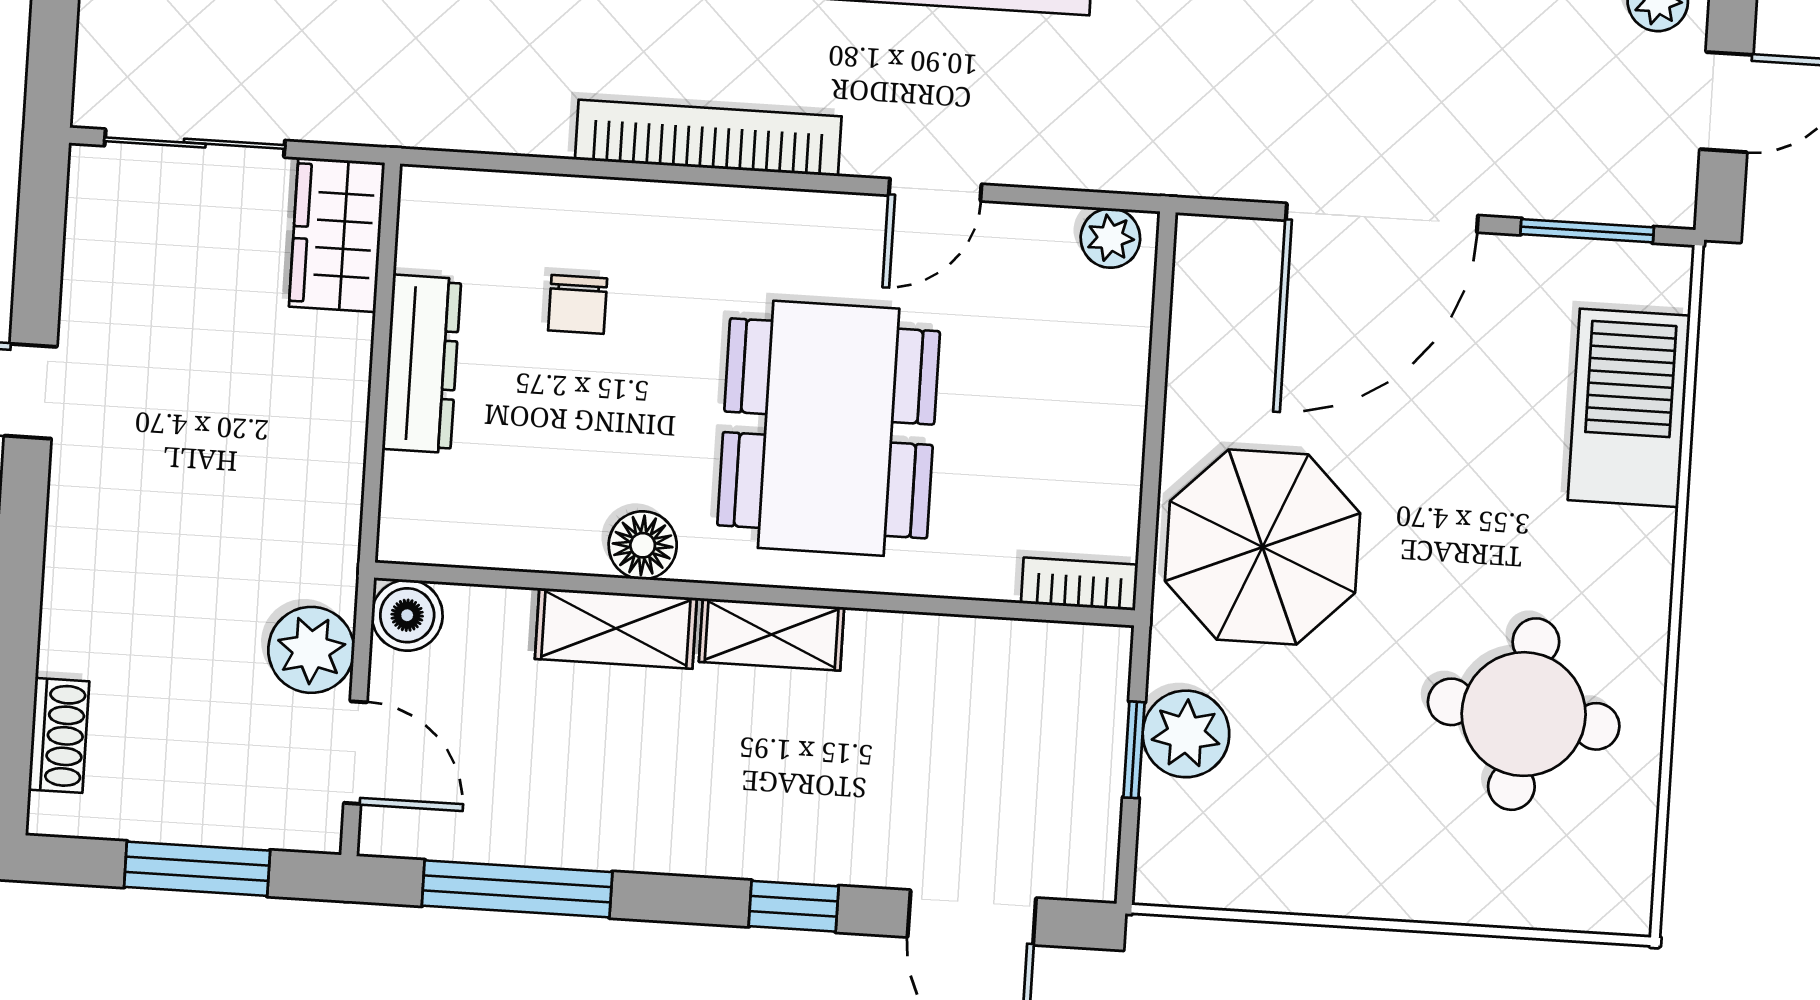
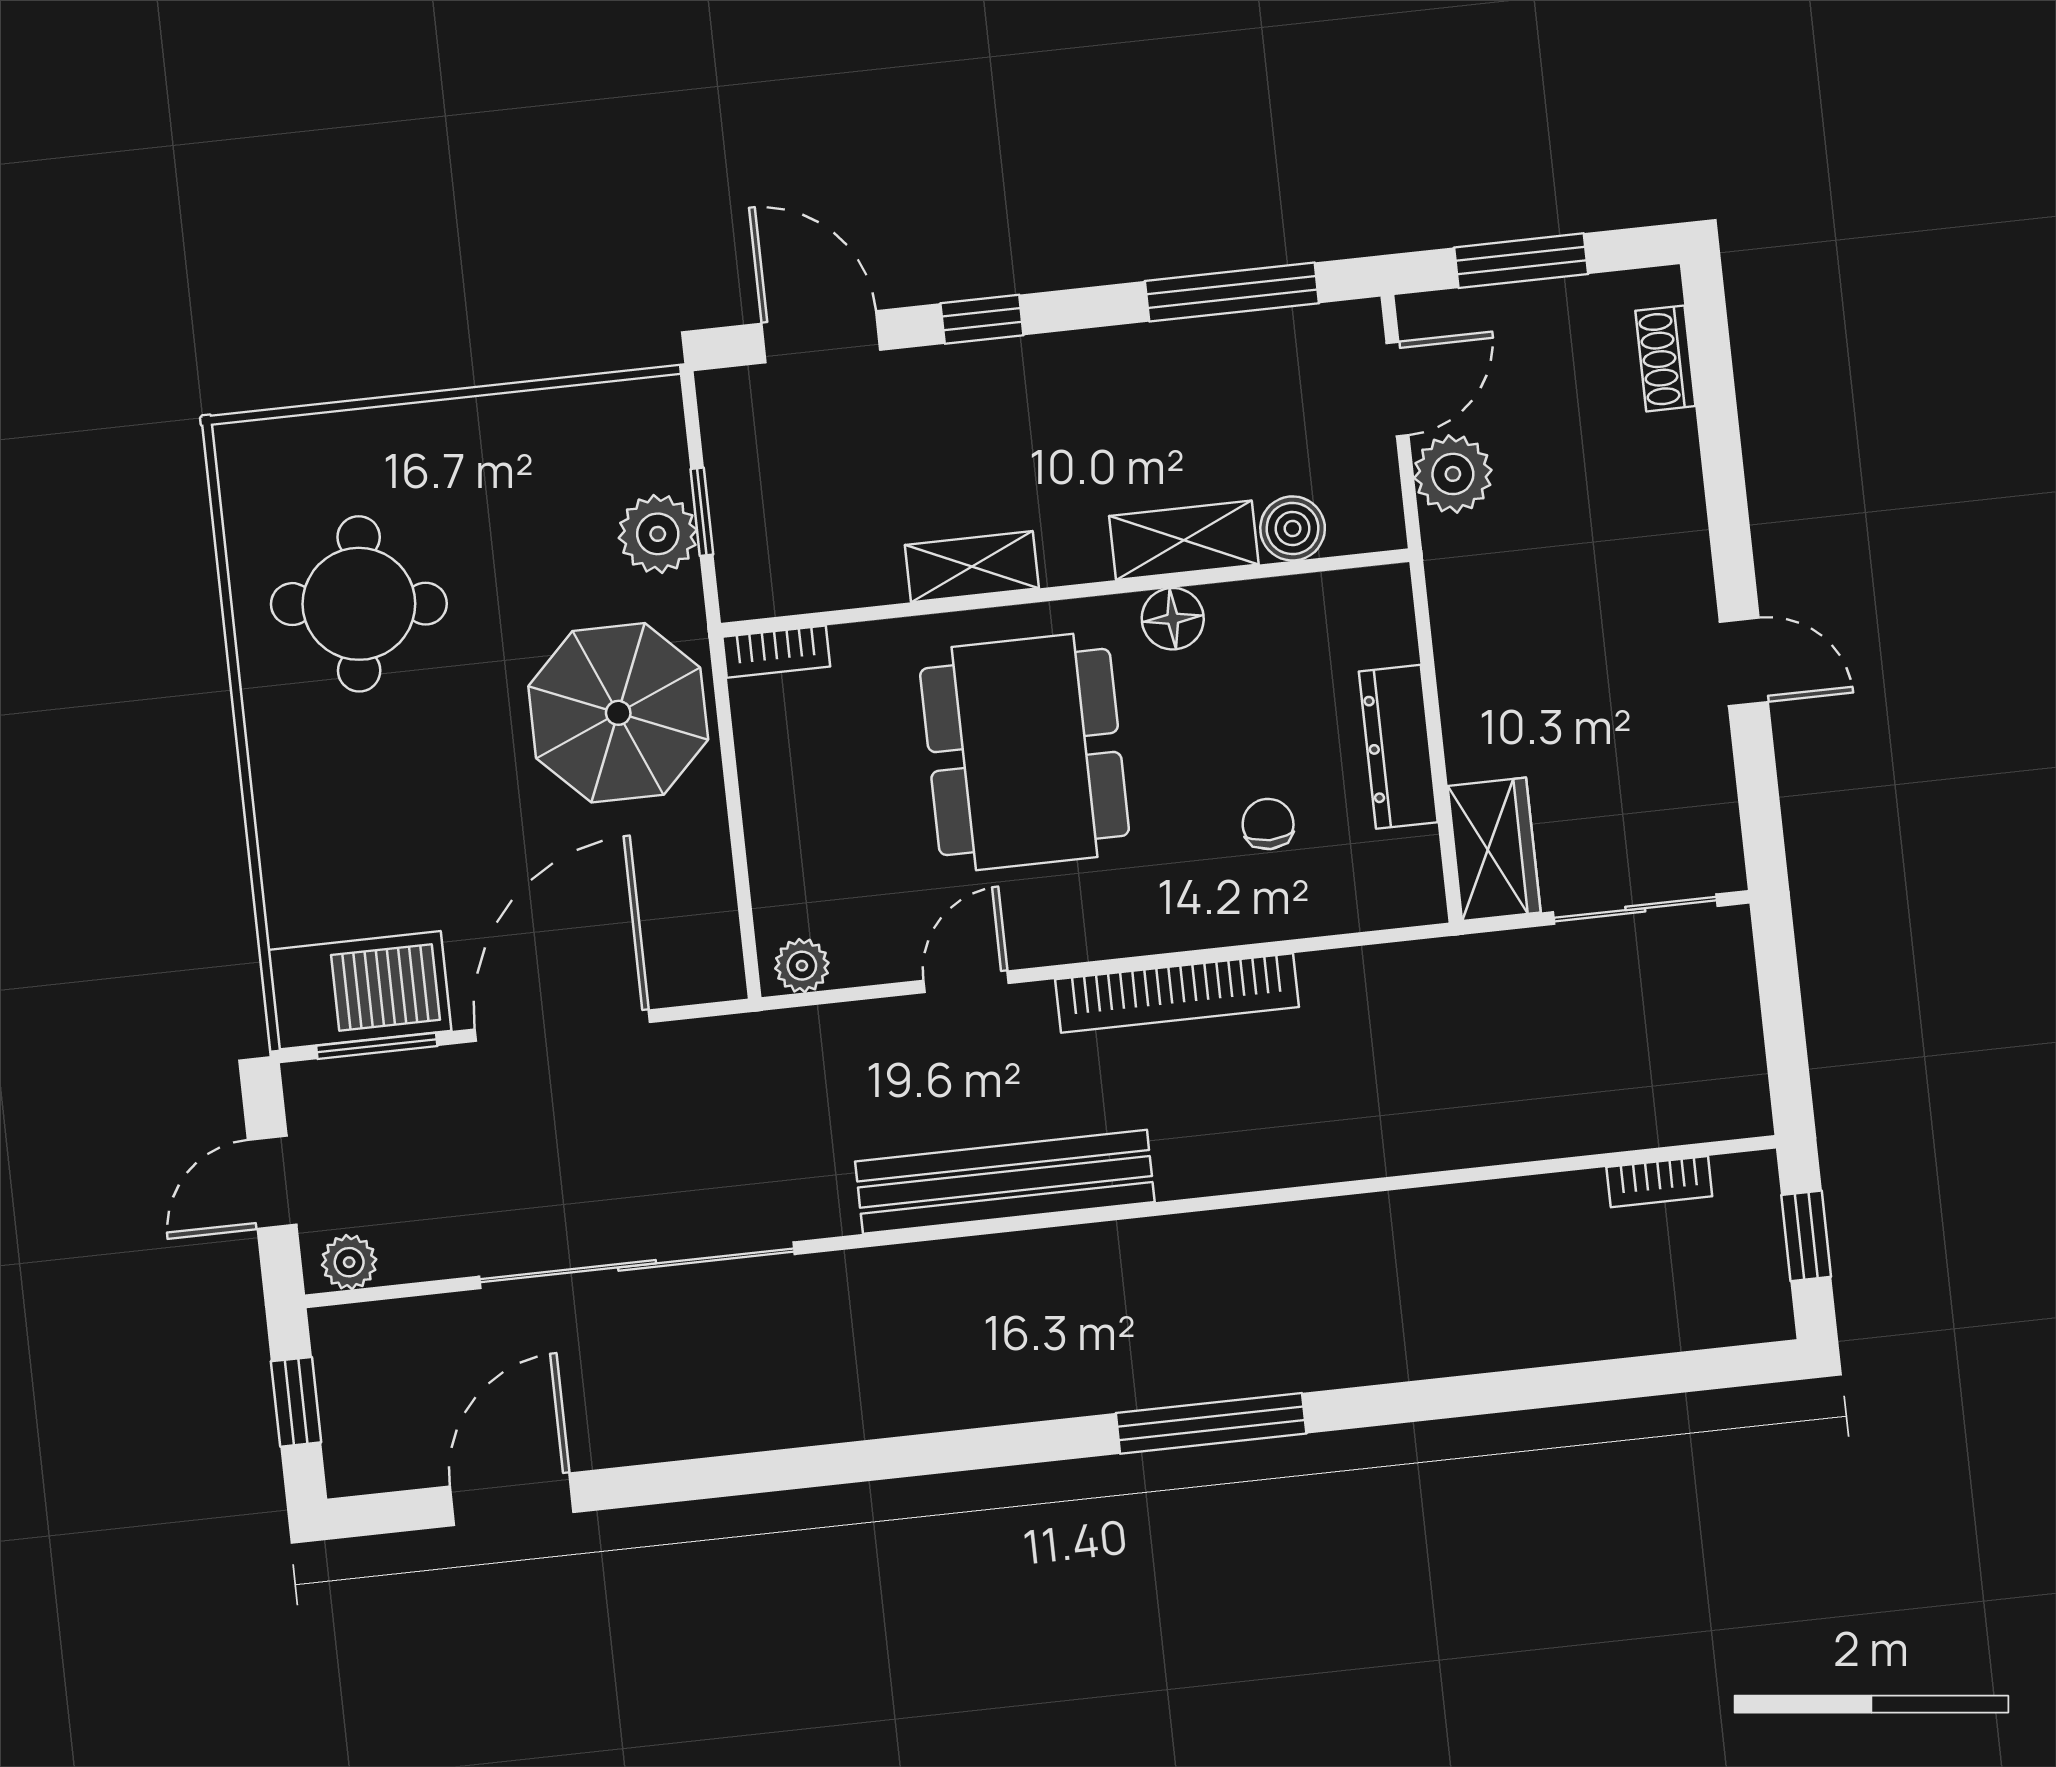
barbecue: (1629, 408) -> (360, 990), moved, turned -90
boiler: (407, 615) -> (1293, 528), moved
shelving: (772, 634) -> (972, 567), moved
door: (355, 753) -> (1398, 389), swing flipped

